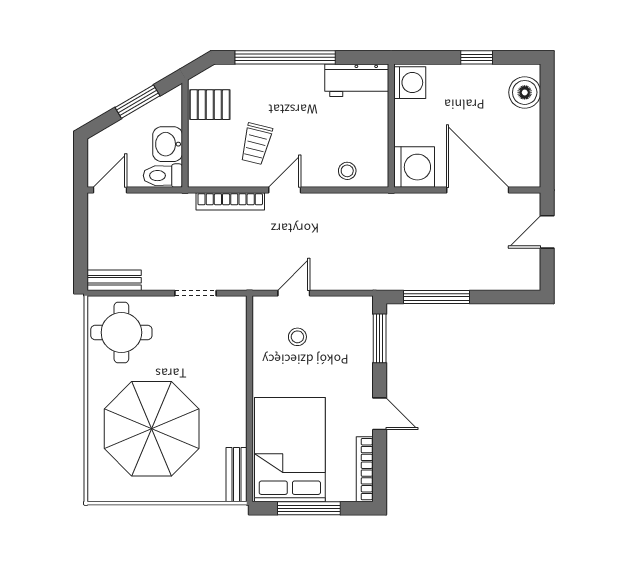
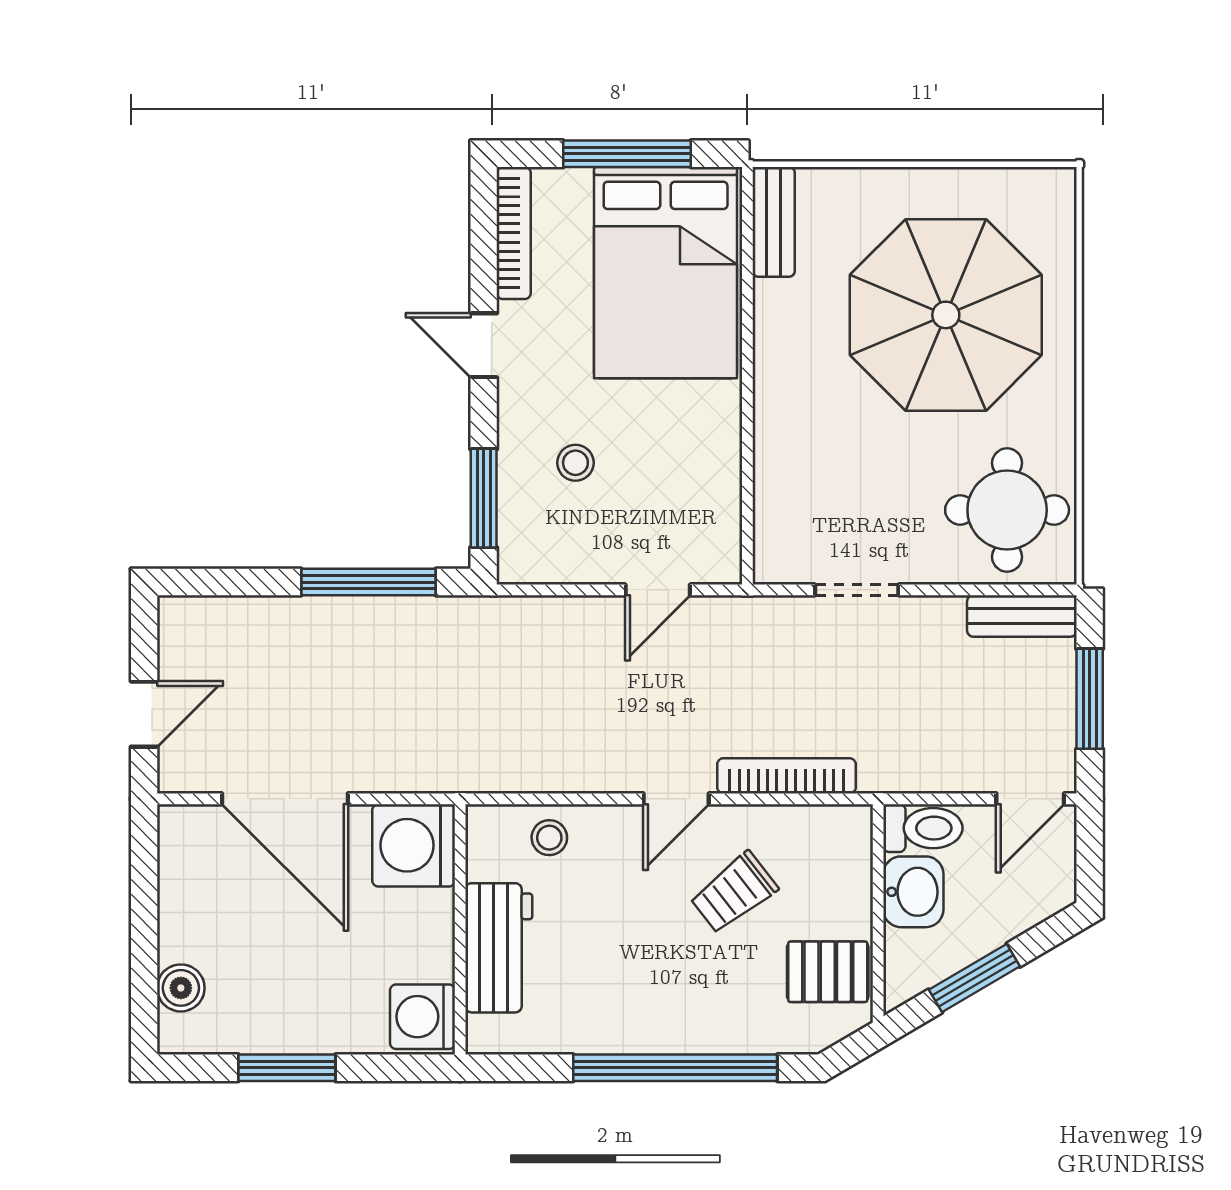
window: (477, 57) -> (287, 1068), width x1.50
workbench: (357, 80) -> (499, 948), moved, turned 90
boiler: (525, 92) -> (181, 988), width x0.73, depth x0.73
trolley: (256, 144) -> (734, 893), turned -142
window: (81, 239) -> (1090, 699), added
stool: (297, 337) -> (575, 463), moved

